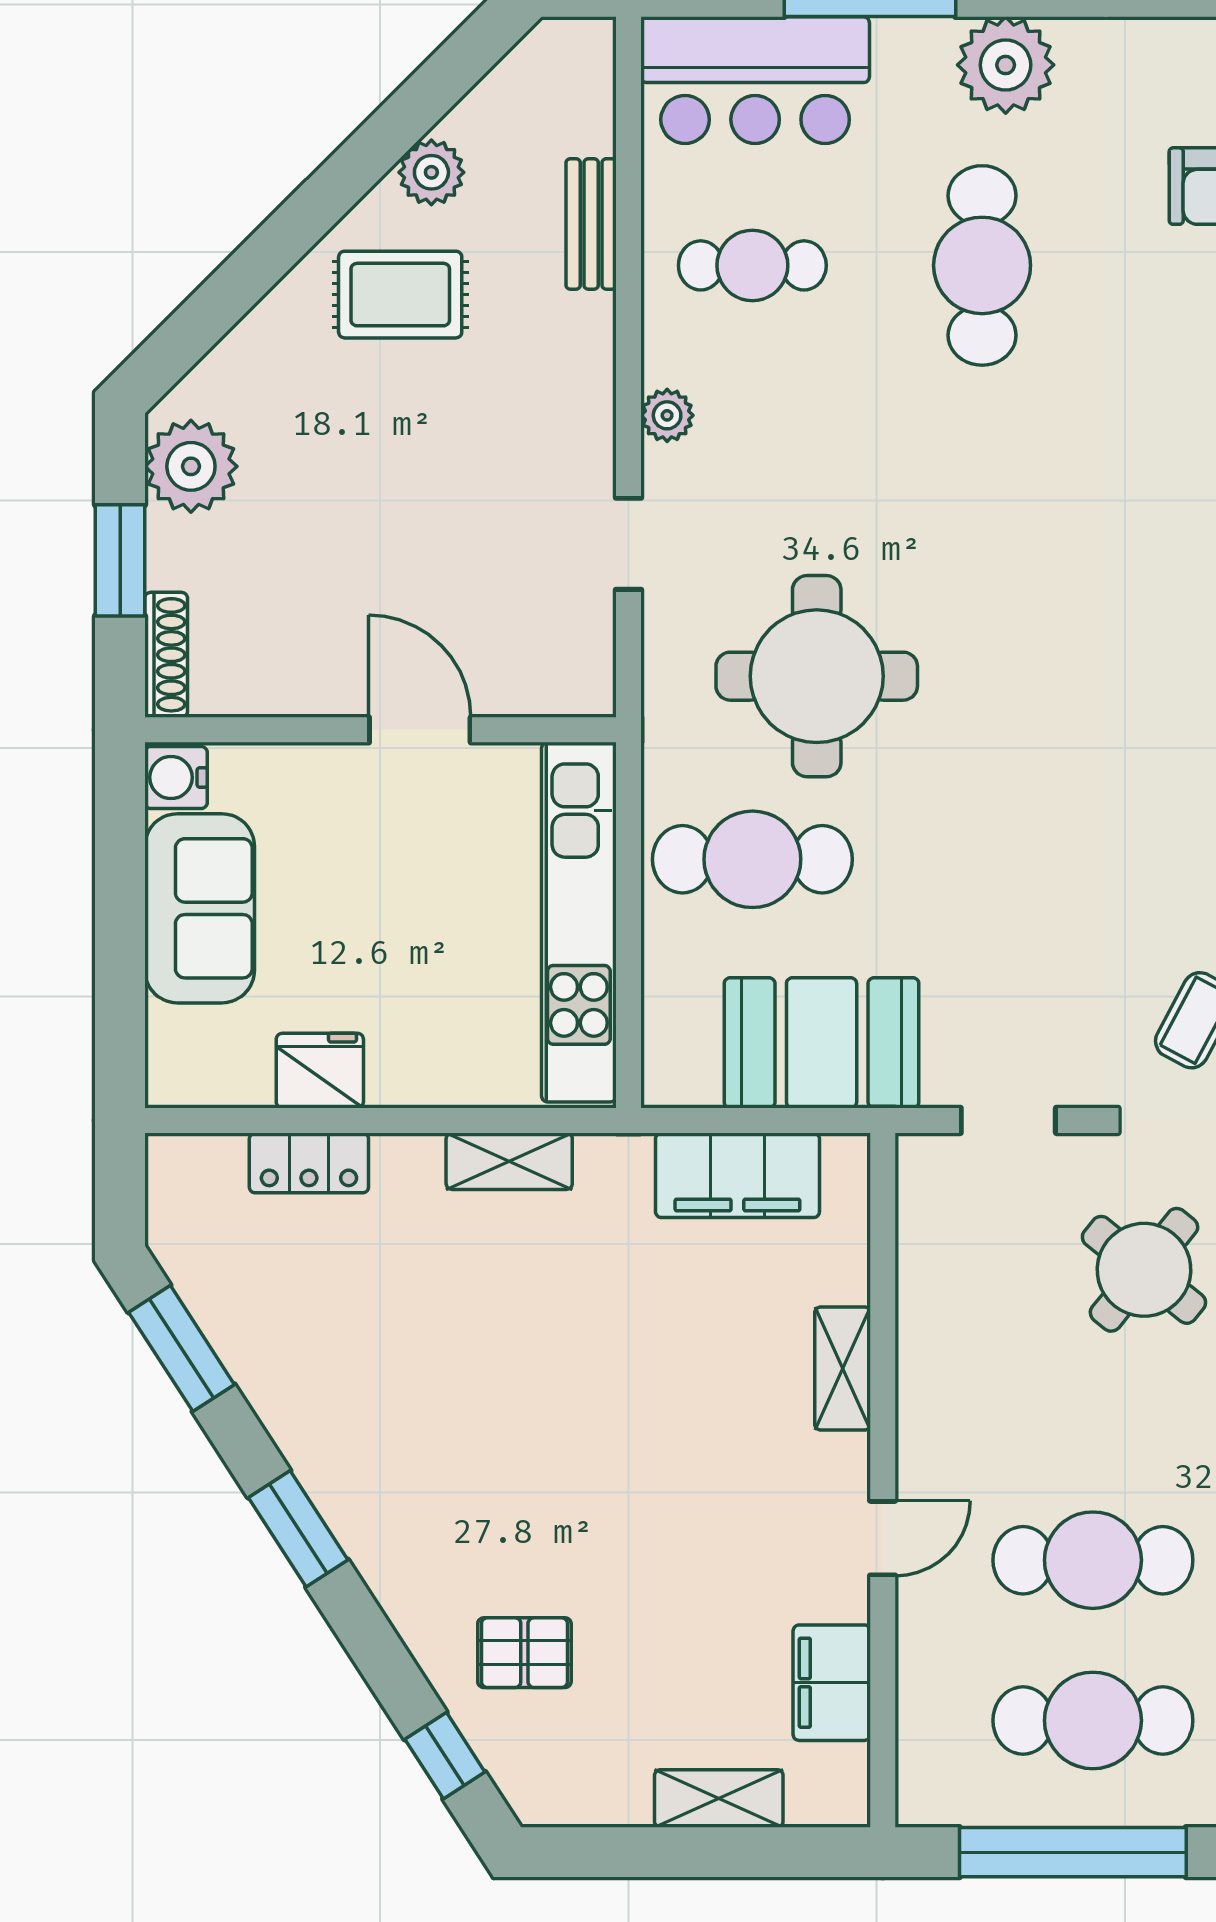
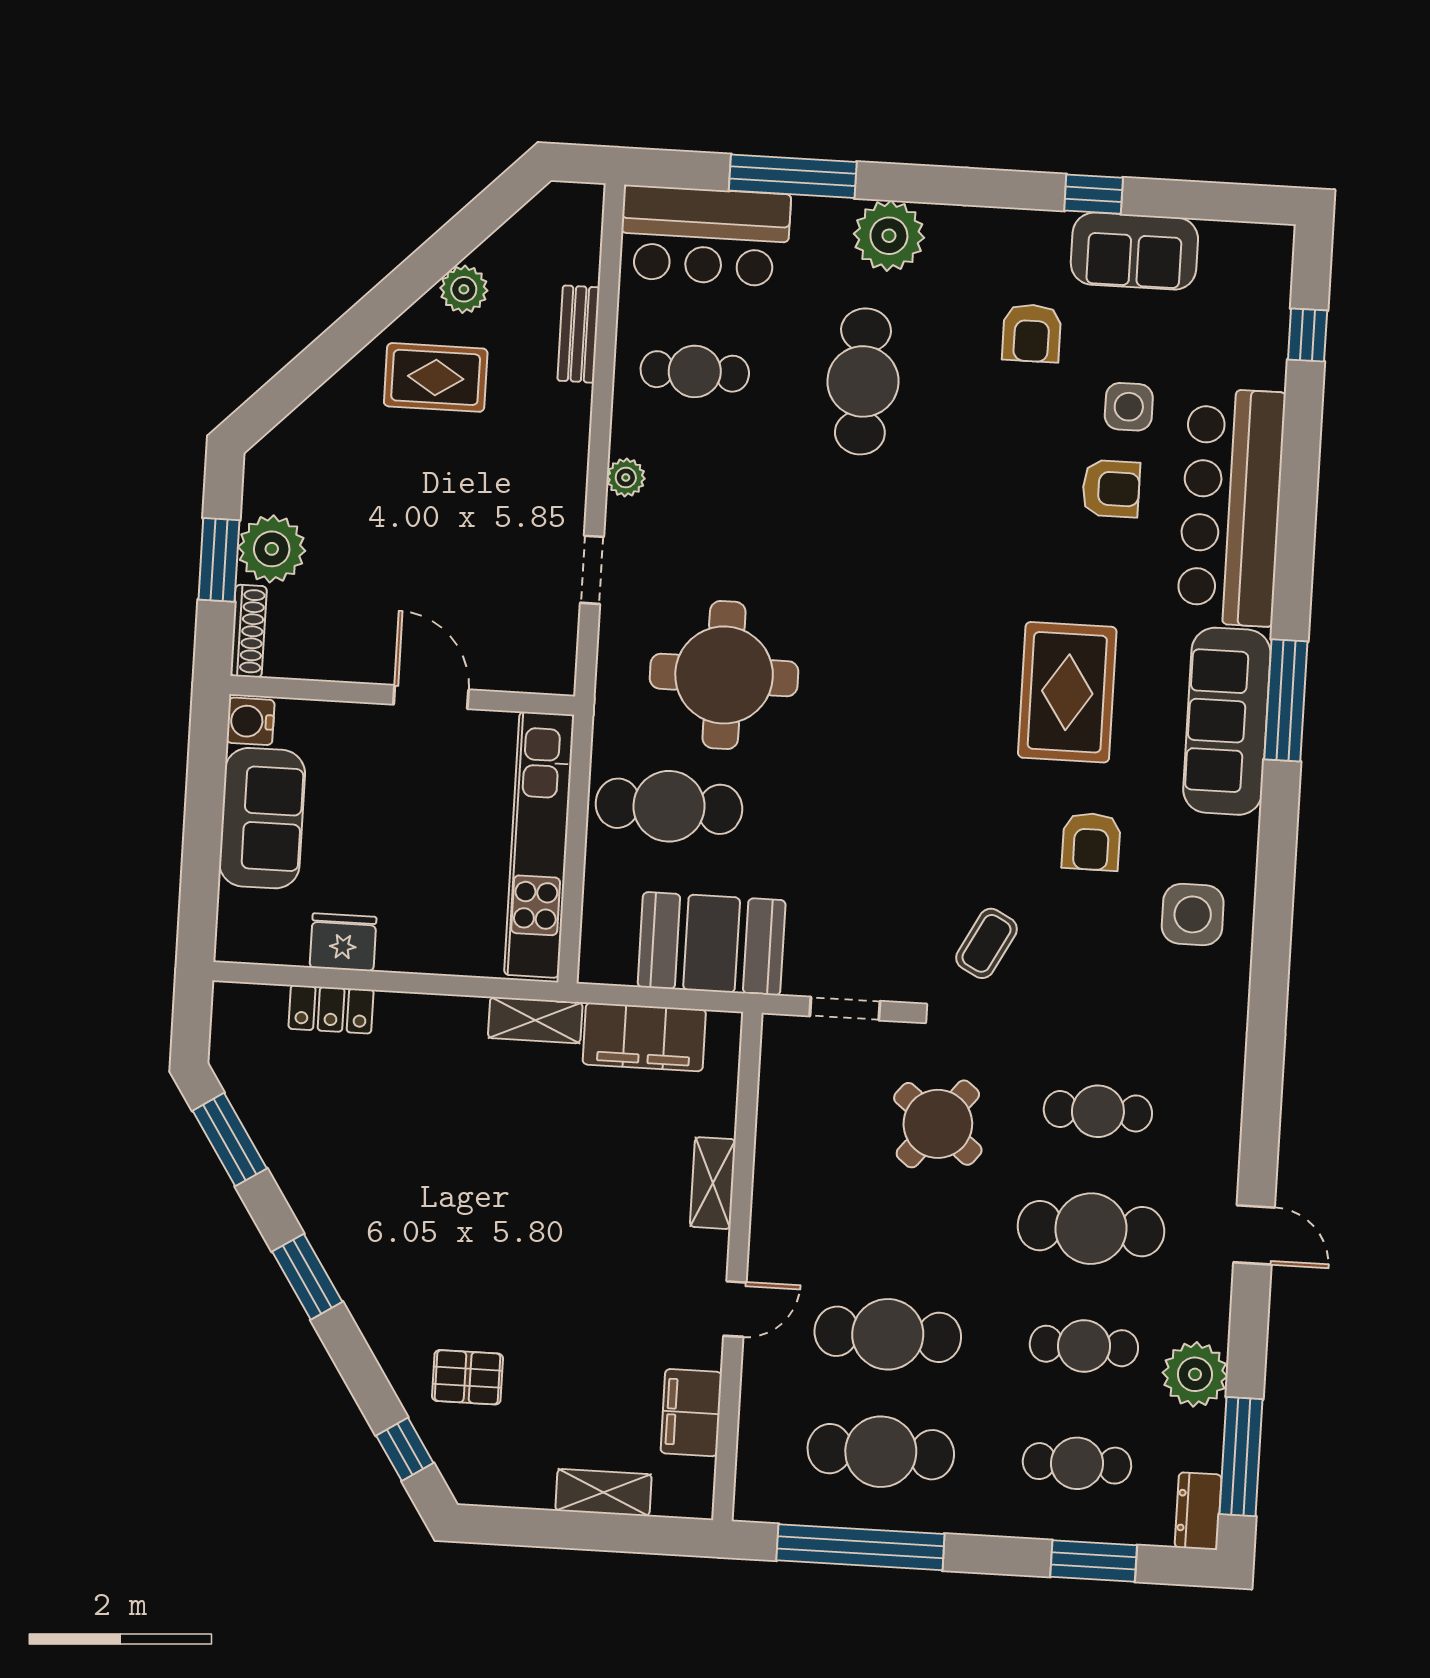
plant: (191, 466) -> (272, 549), moved
shelving: (509, 1161) -> (535, 1020), moved

